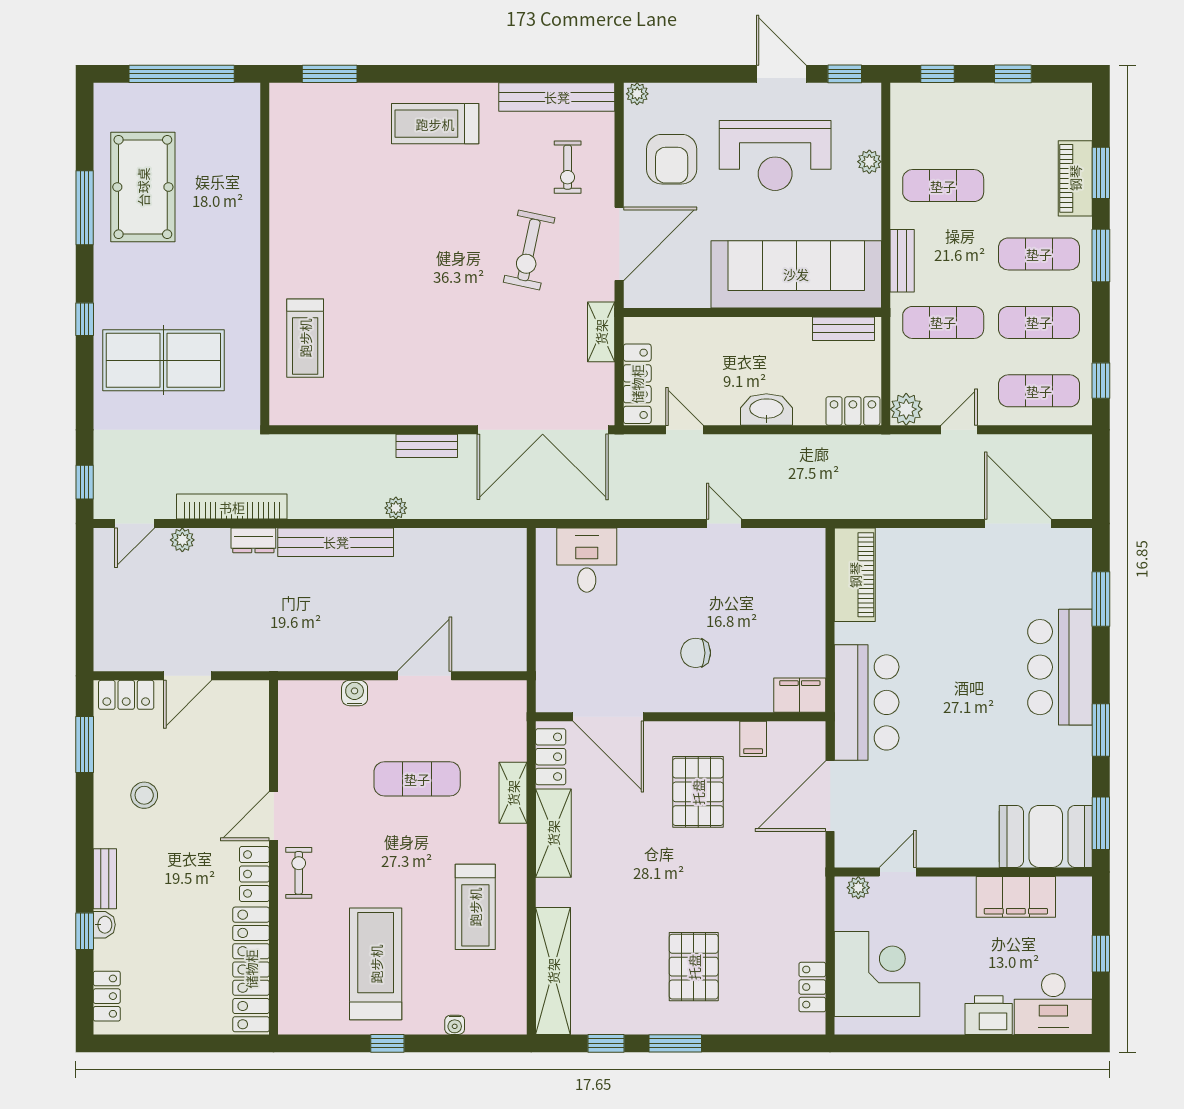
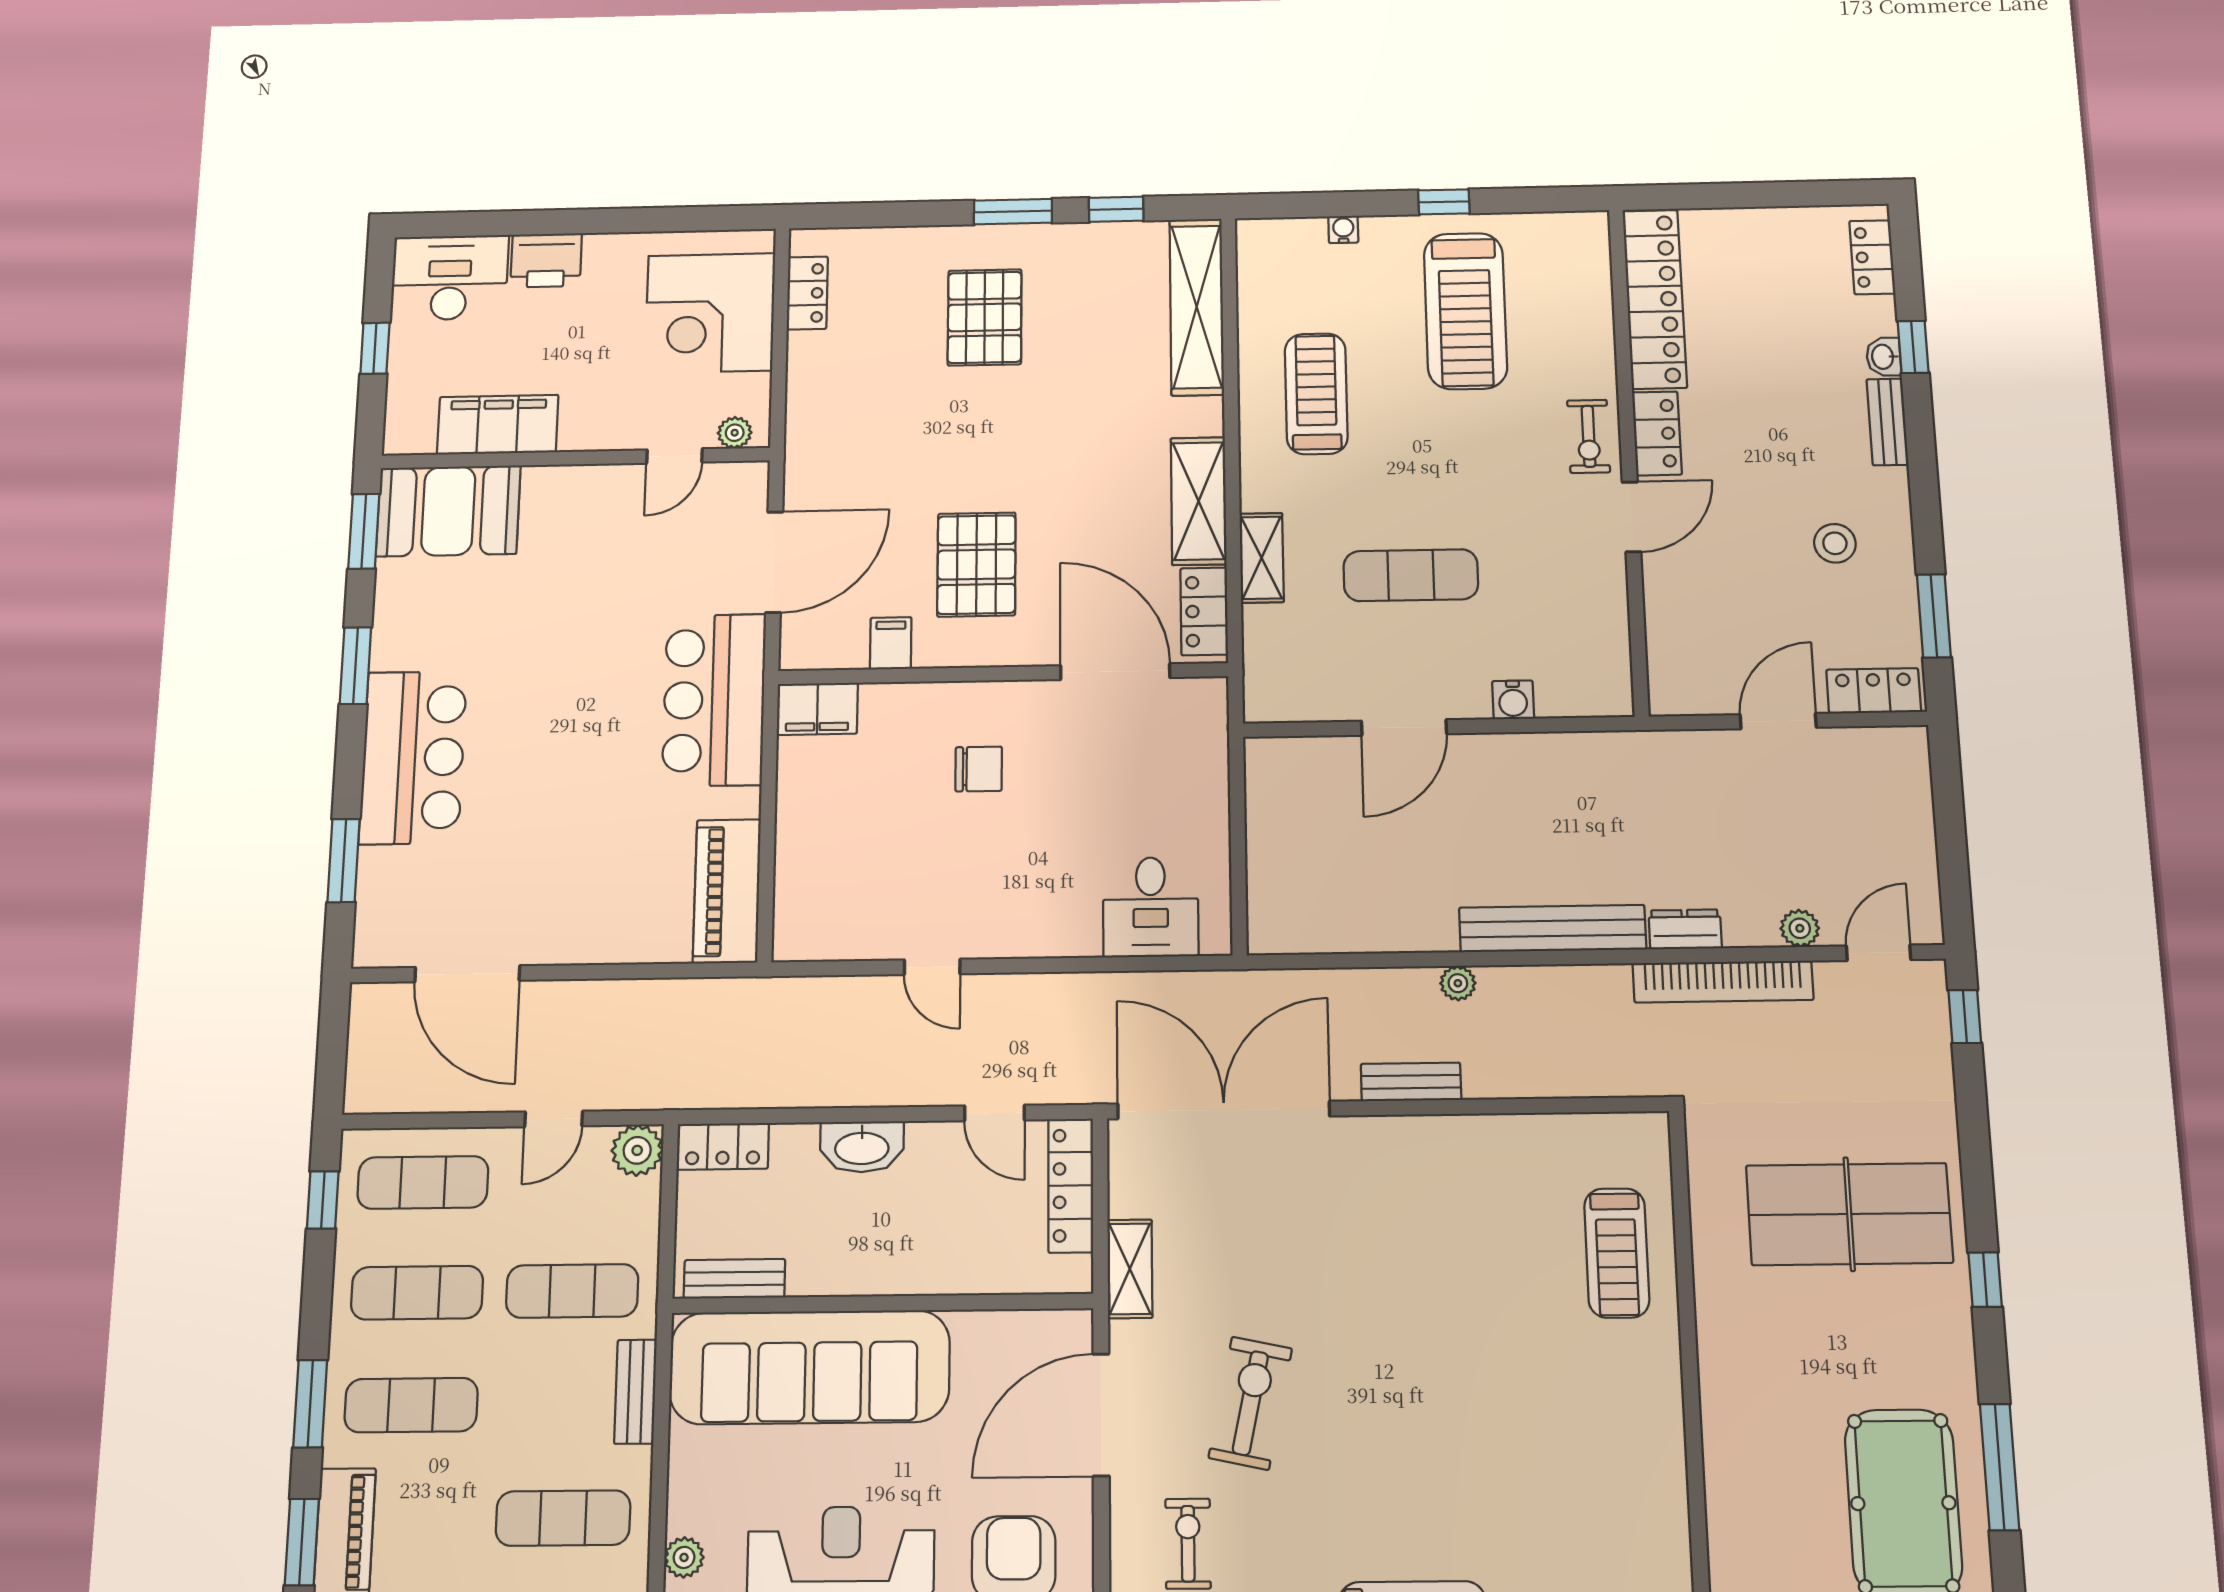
treadmill: (305, 338) -> (1617, 1253), turned 180

